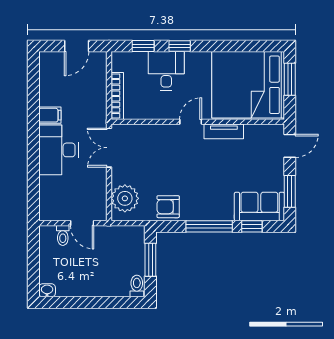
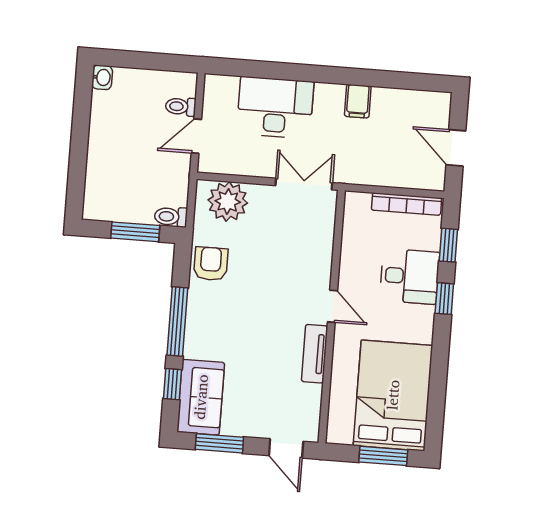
bed: (248, 85) -> (393, 395), width x0.73
bookcase: (117, 96) -> (407, 204), moved
desk: (58, 150) -> (275, 107), moved
toilet: (137, 286) -> (171, 217), moved, turned 180

